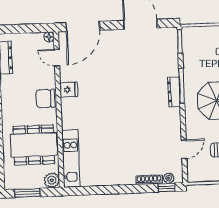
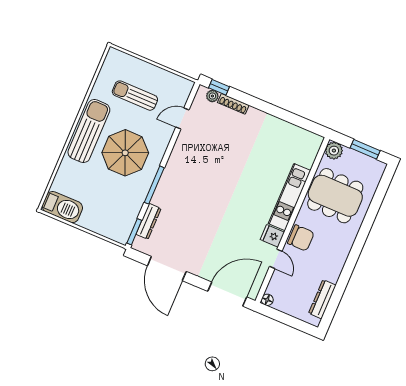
door: (57, 58) -> (276, 259), moved
dresser: (174, 92) -> (148, 221), moved
kitchen unit: (71, 158) -> (290, 197), moved

